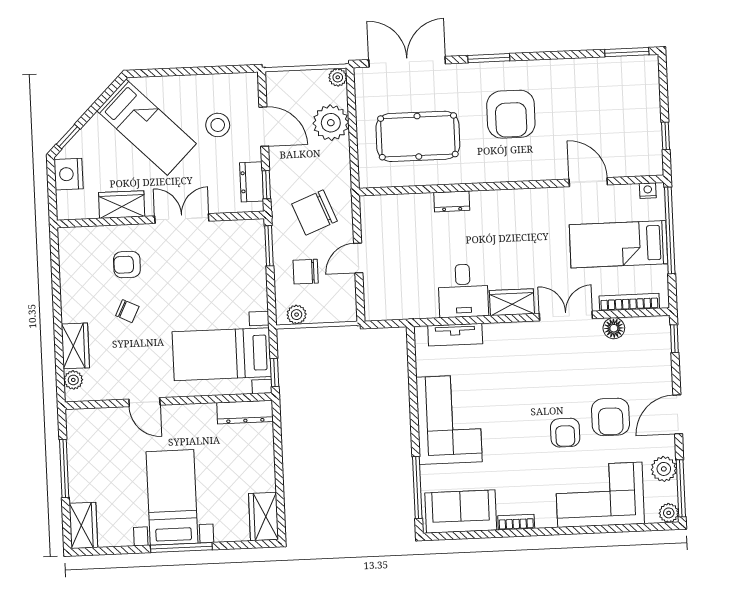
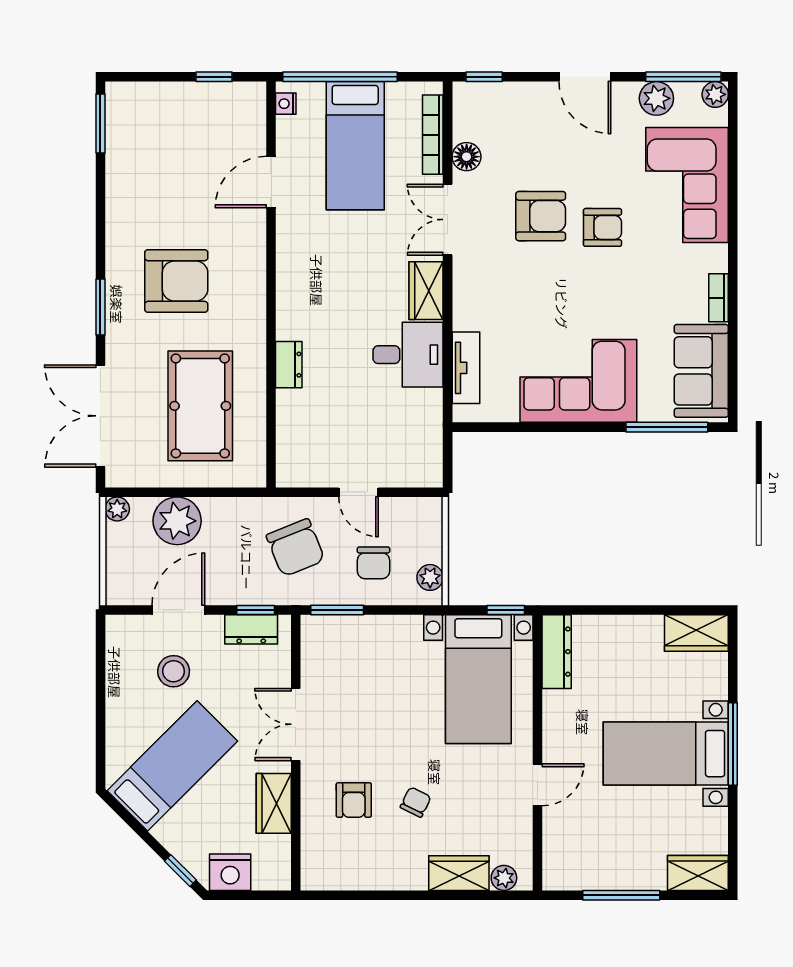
armchair: (610, 417) -> (541, 216), moved

